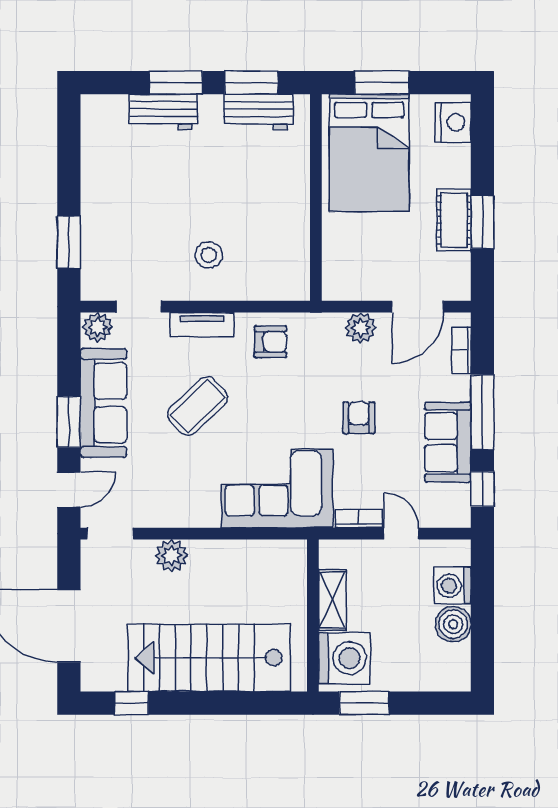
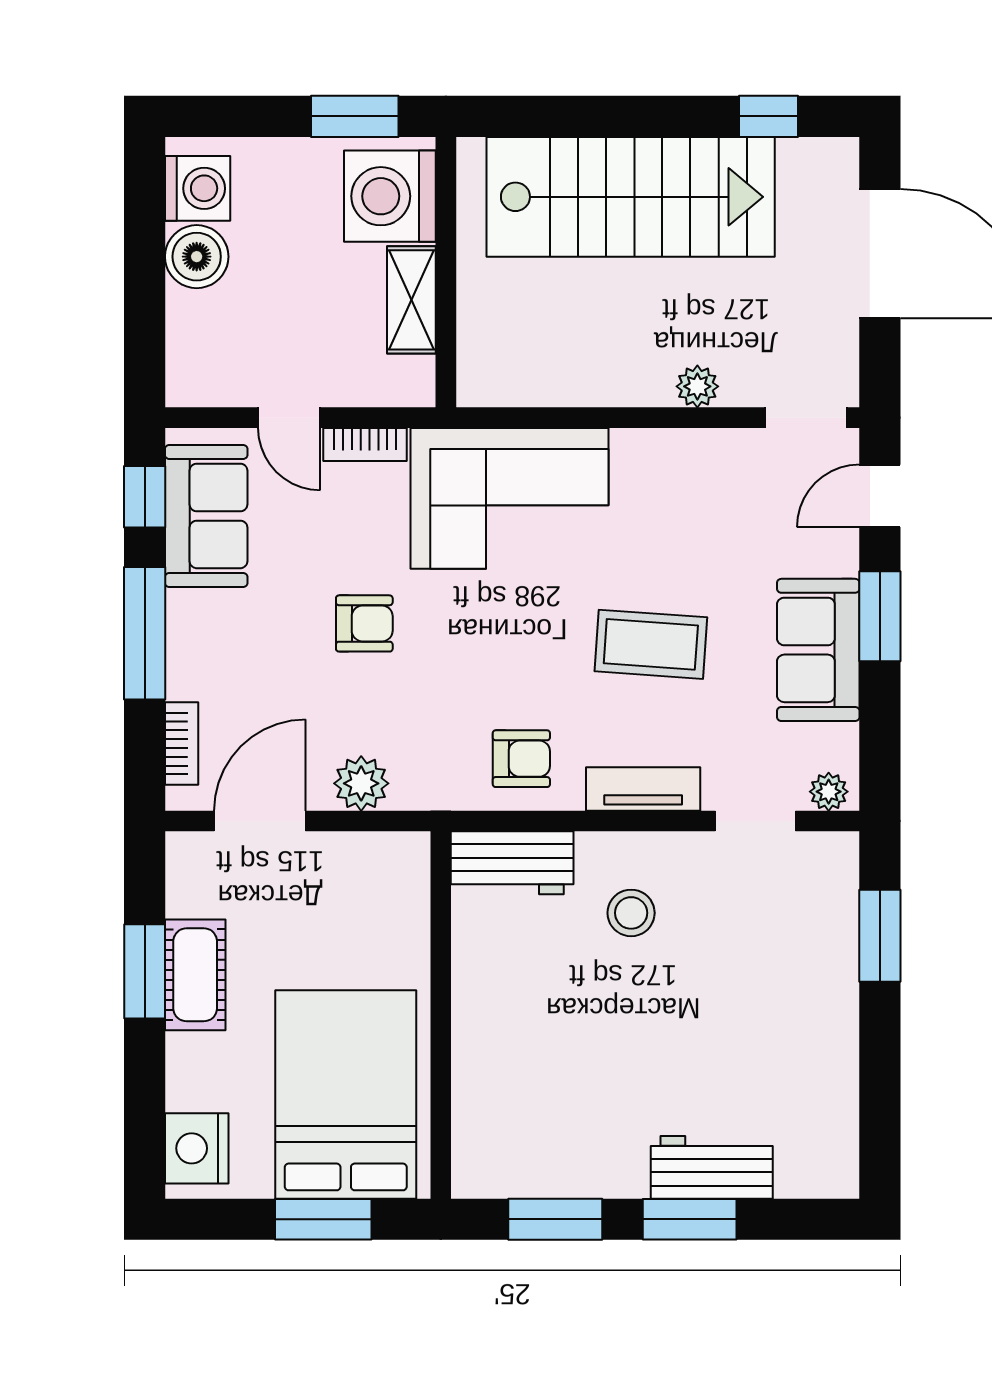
workbench: (258, 112) -> (512, 863), moved, turned 180
plant: (98, 327) -> (829, 792), width x0.73, depth x0.73
armchair: (270, 342) -> (521, 759), turned 180
sofa: (103, 403) -> (818, 650), width x0.73
coffee table: (198, 406) -> (651, 644), turned 47
armchair: (359, 418) -> (364, 623), turned -90
sofa: (448, 442) -> (206, 516), moved
plant: (171, 556) -> (697, 386), width x0.73, depth x0.73
washing machine: (453, 586) -> (198, 188), moved

